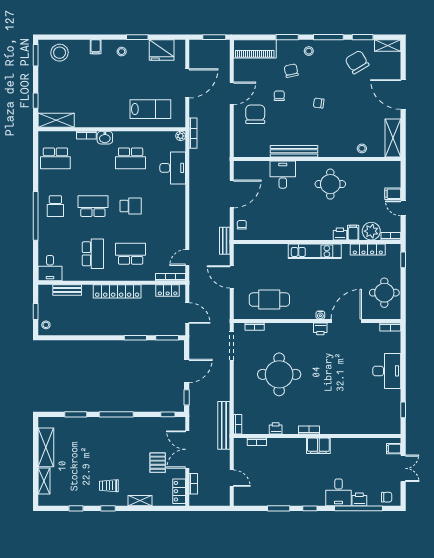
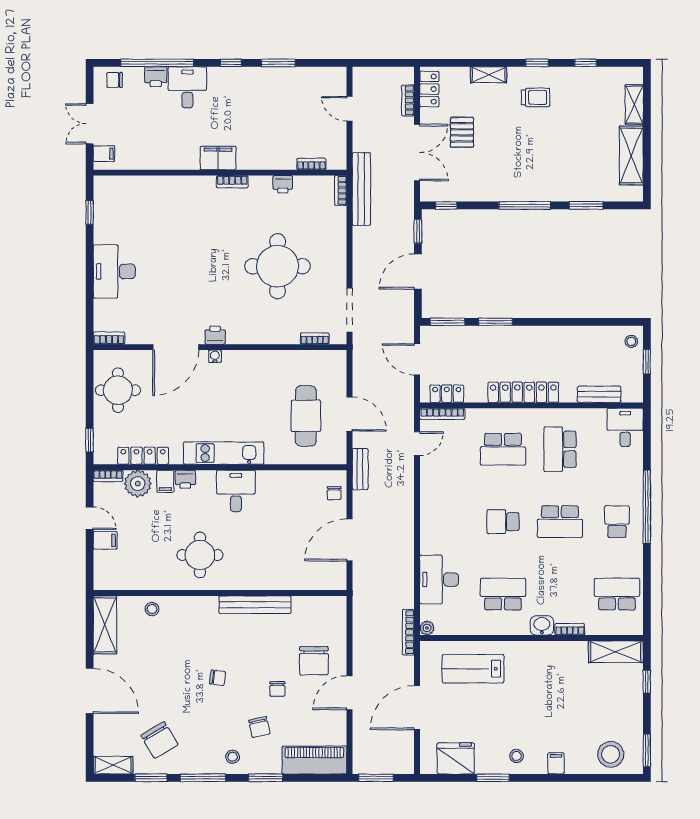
desk: (283, 175) -> (236, 491), moved, turned 180
cafe table: (269, 300) -> (306, 416), moved, turned 90

